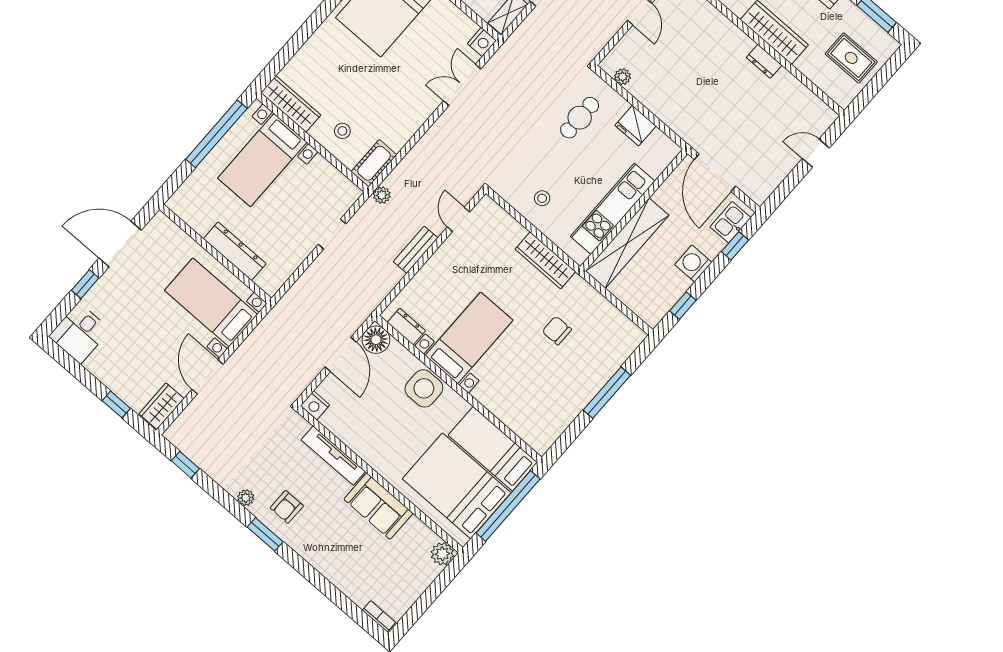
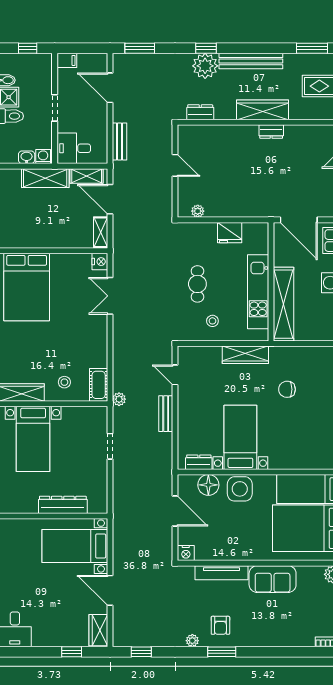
cafe table: (580, 118) -> (197, 284), moved
floor lamp: (376, 340) -> (208, 485), moved

